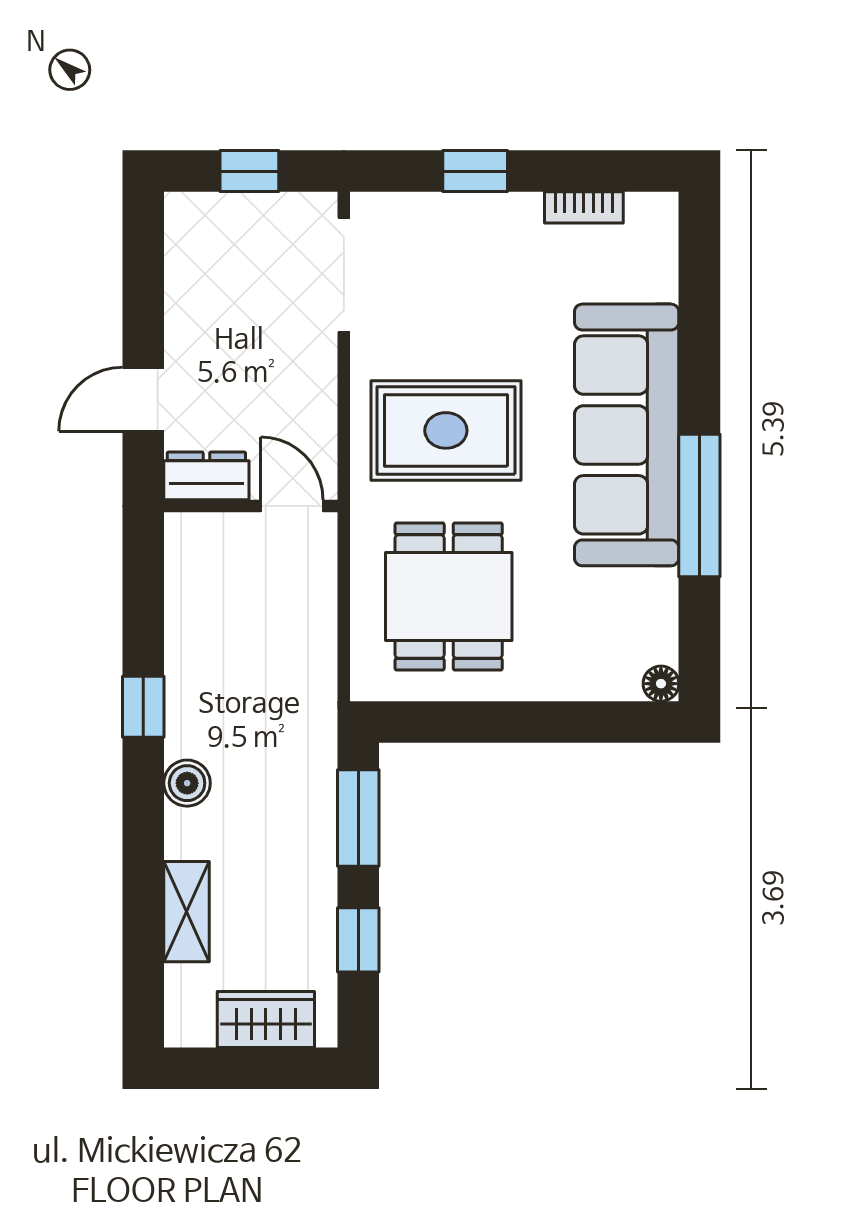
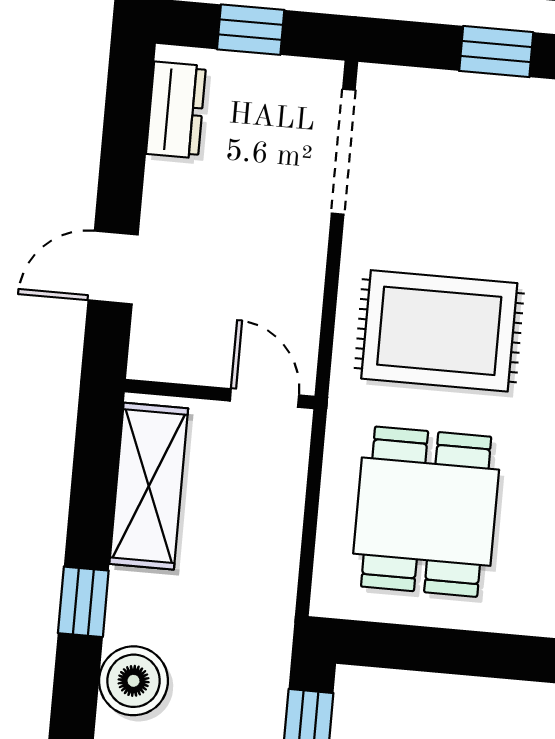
dresser: (206, 476) -> (176, 110), moved, turned 90
shelving: (194, 596) -> (149, 486), added
boiler: (187, 783) -> (134, 681), width x1.36, depth x1.36

